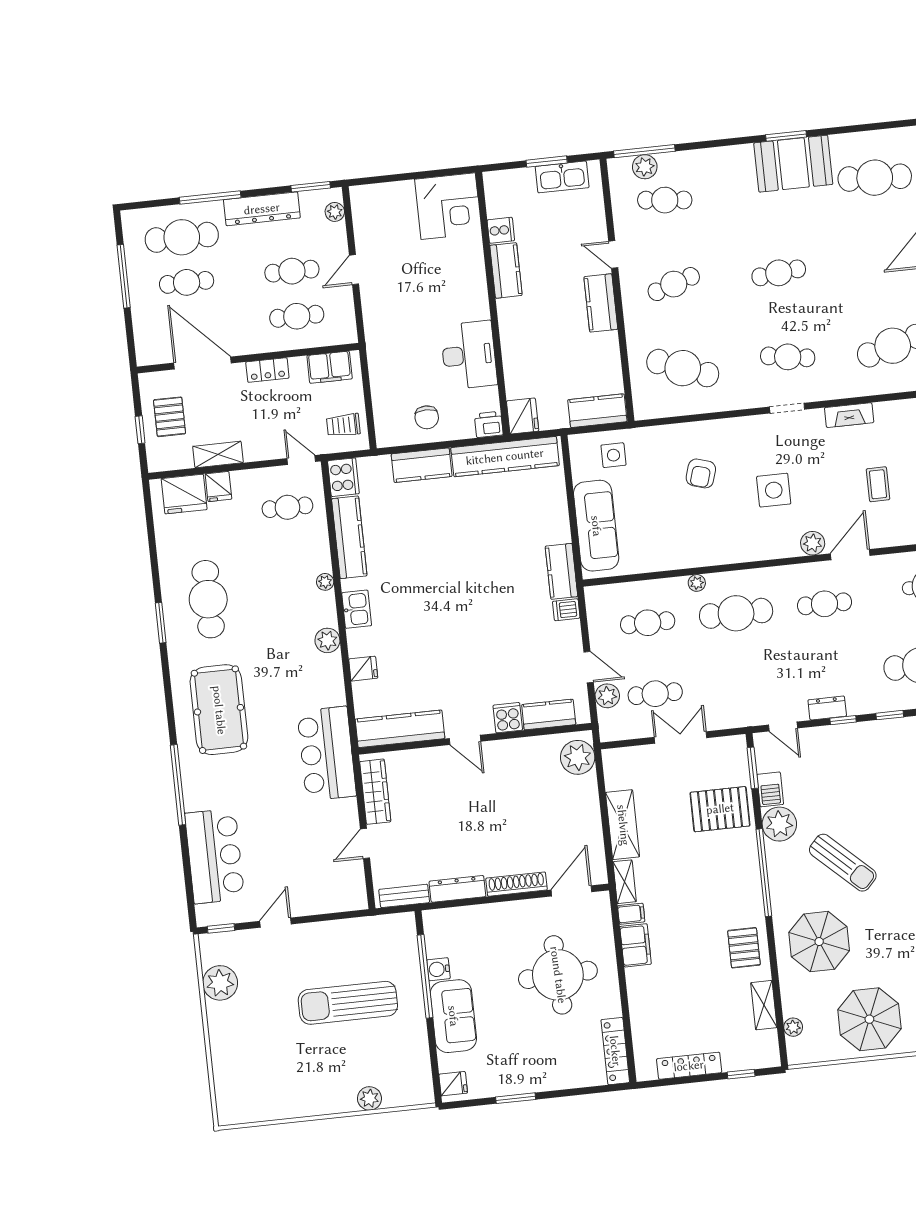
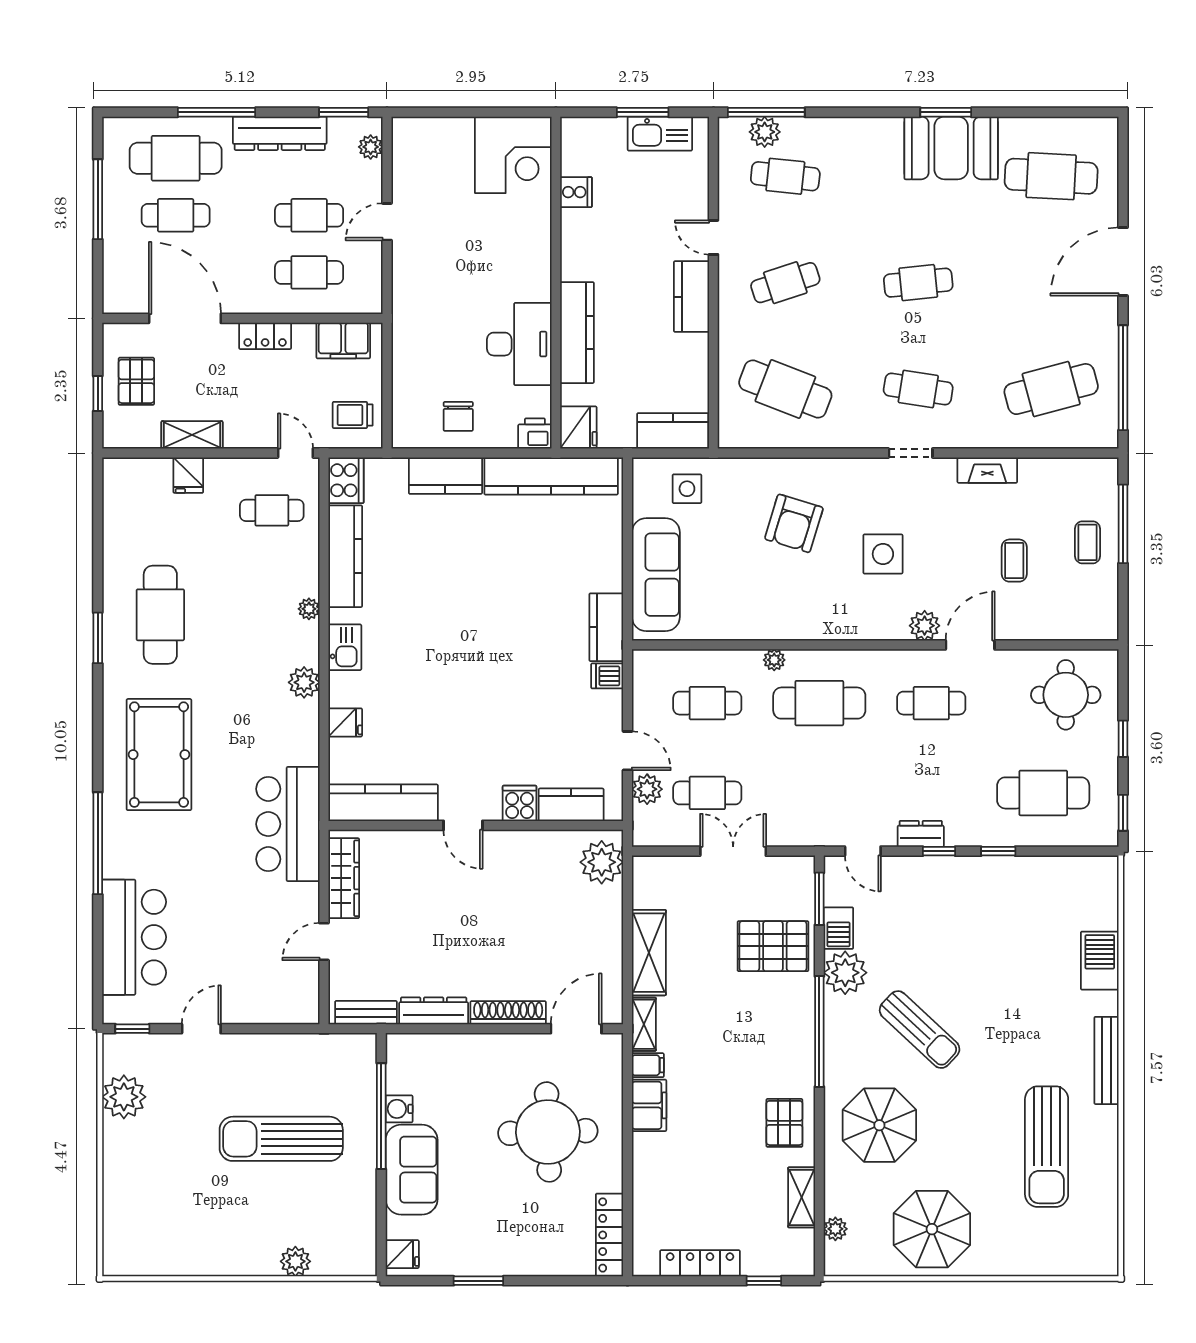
kitchen counter: (506, 270) -> (577, 333), moved, width x1.50
armchair: (701, 473) -> (794, 523), width x1.38, depth x1.38
fridge: (184, 494) -> (144, 480), removed

